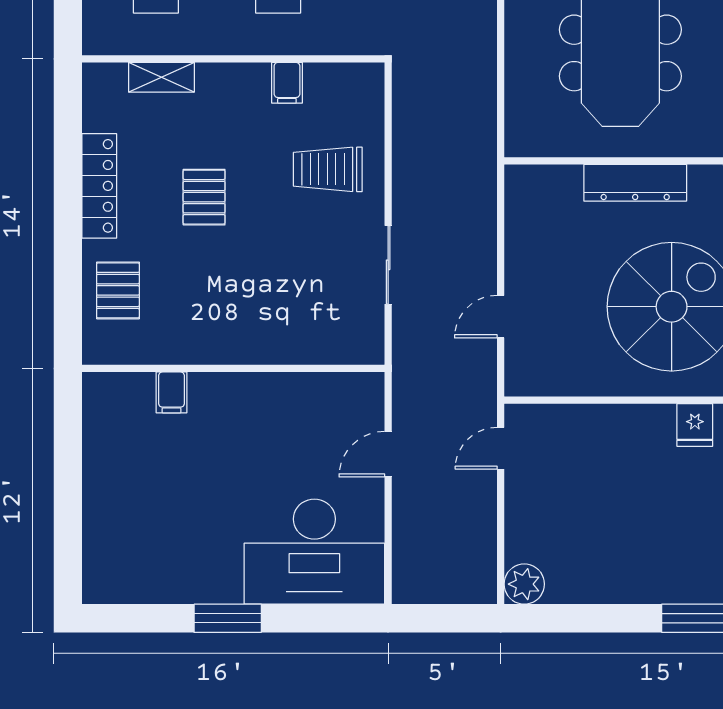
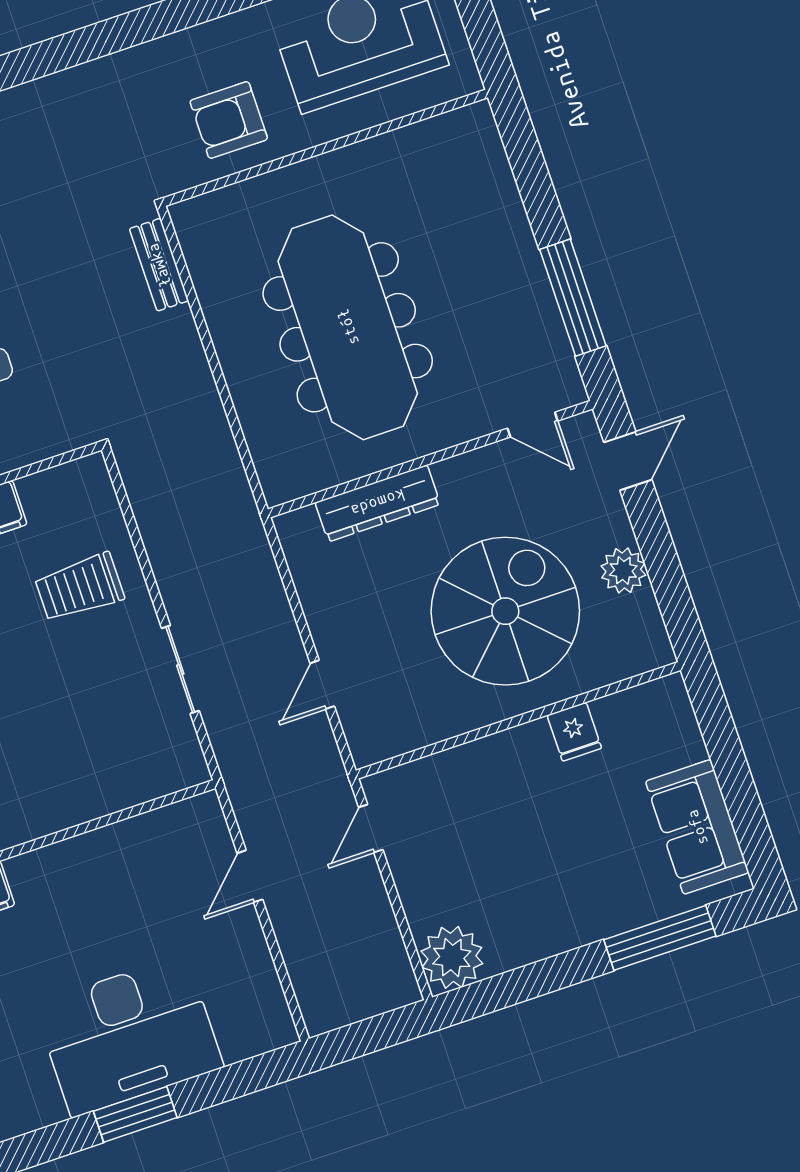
dresser: (635, 183) -> (378, 503), moved
desk: (314, 552) -> (129, 1036), moved
plant: (524, 584) -> (452, 957), width x1.36, depth x1.36

